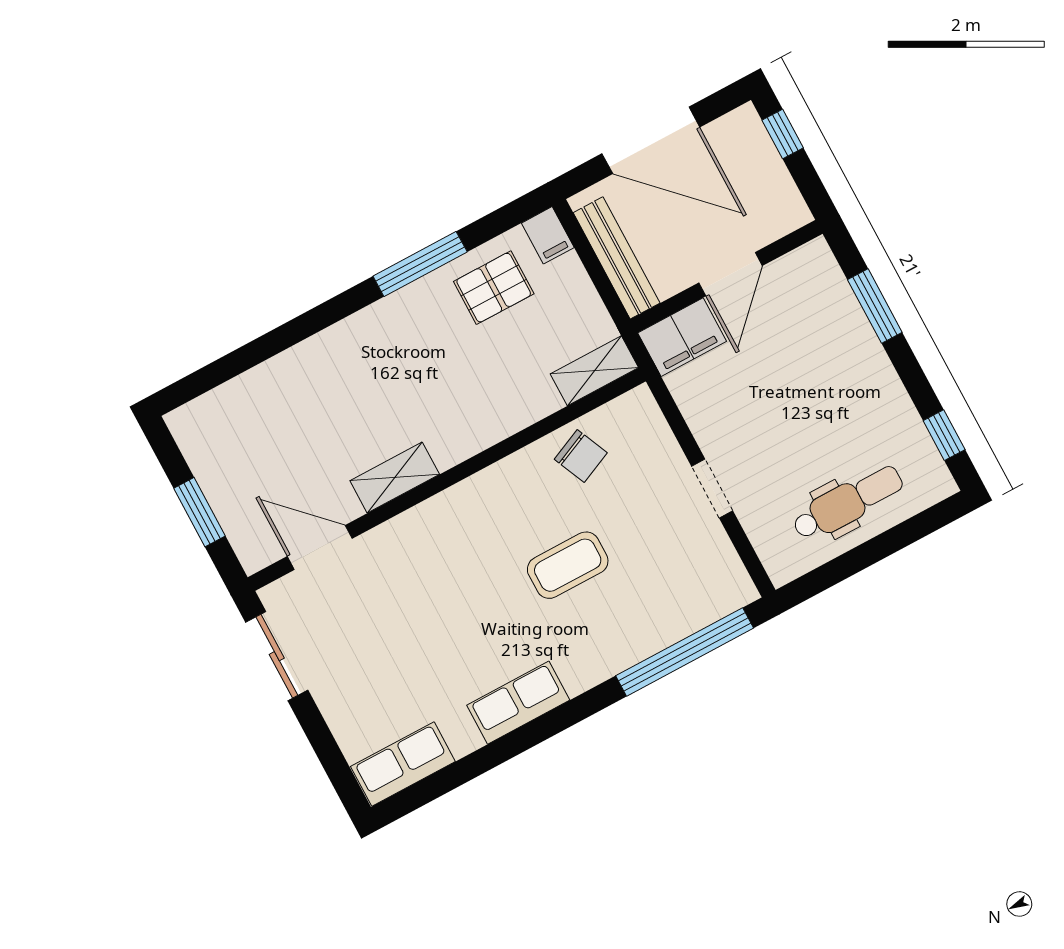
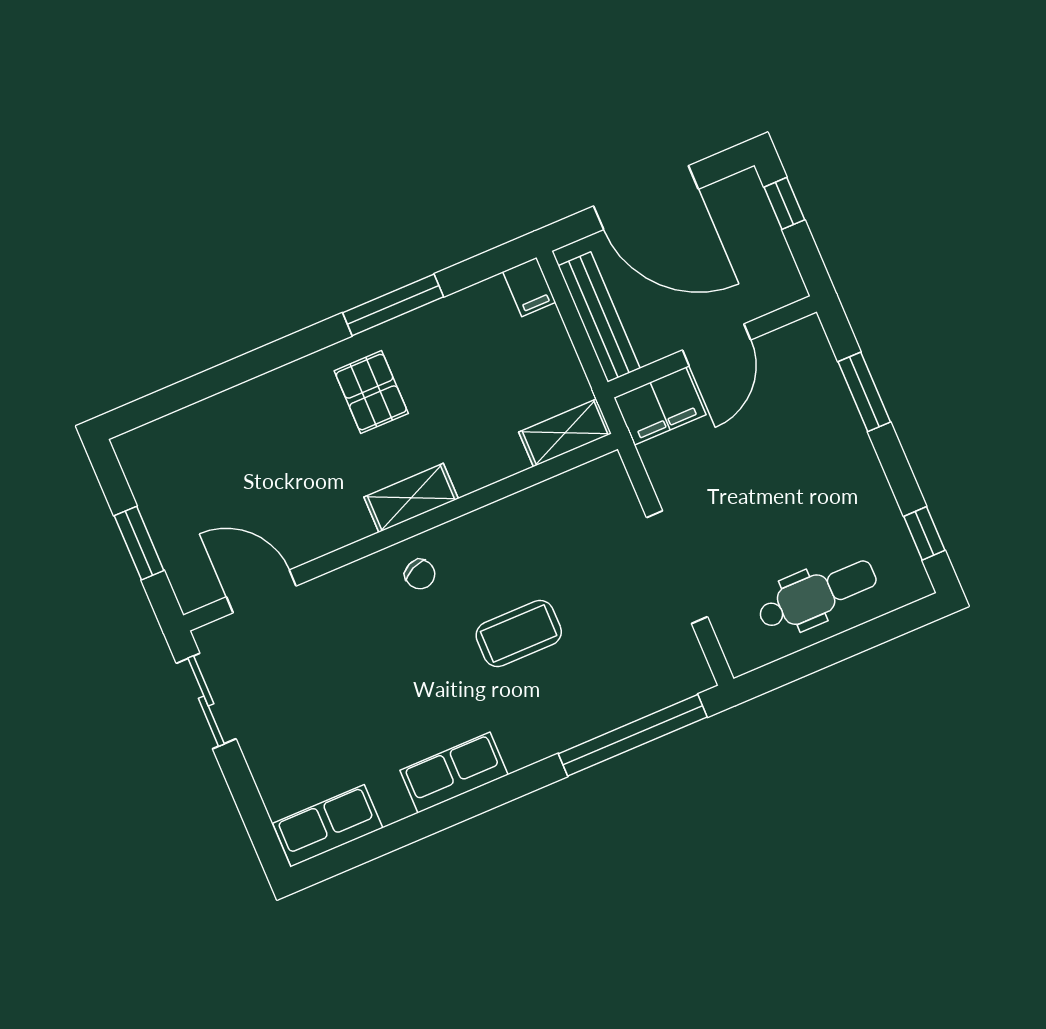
pallet: (494, 288) -> (371, 392), moved, turned 90
chair: (581, 456) -> (420, 574), moved, width x0.73, depth x0.73
shelving: (395, 477) -> (411, 498), moved
doorway: (712, 488) -> (677, 567), width x1.88

